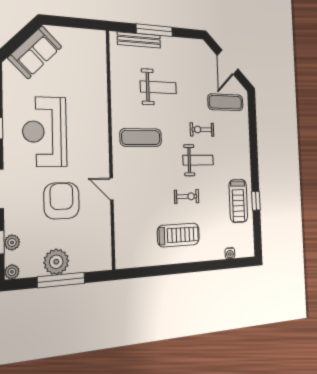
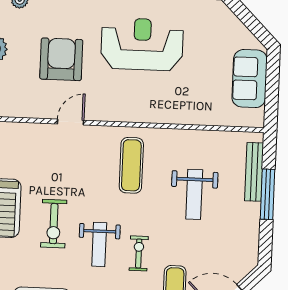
sofa: (35, 52) -> (250, 79), moved, turned 45
exercise bike: (187, 196) -> (54, 224), width x1.38, depth x1.39
armchair: (62, 201) -> (61, 59), turned -90

